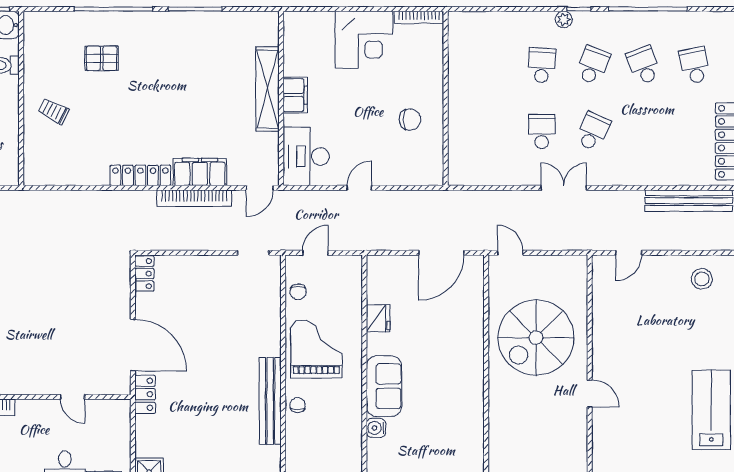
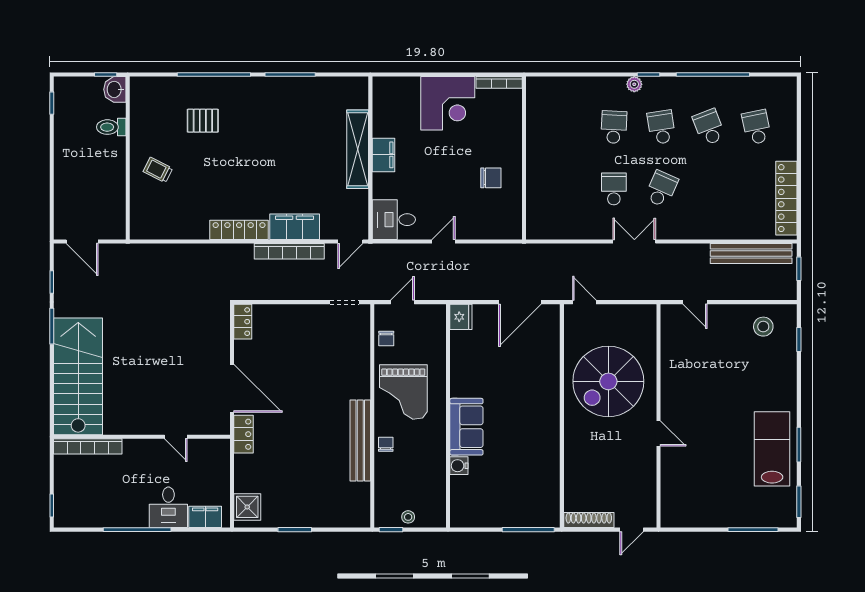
school desk: (593, 65) -> (661, 127), turned -30
desk: (306, 156) -> (394, 220), width x0.73
door: (629, 253) -> (695, 302), hinge flipped
fridge: (378, 318) -> (461, 317), moved
grand piano: (316, 349) -> (403, 392), turned 180

